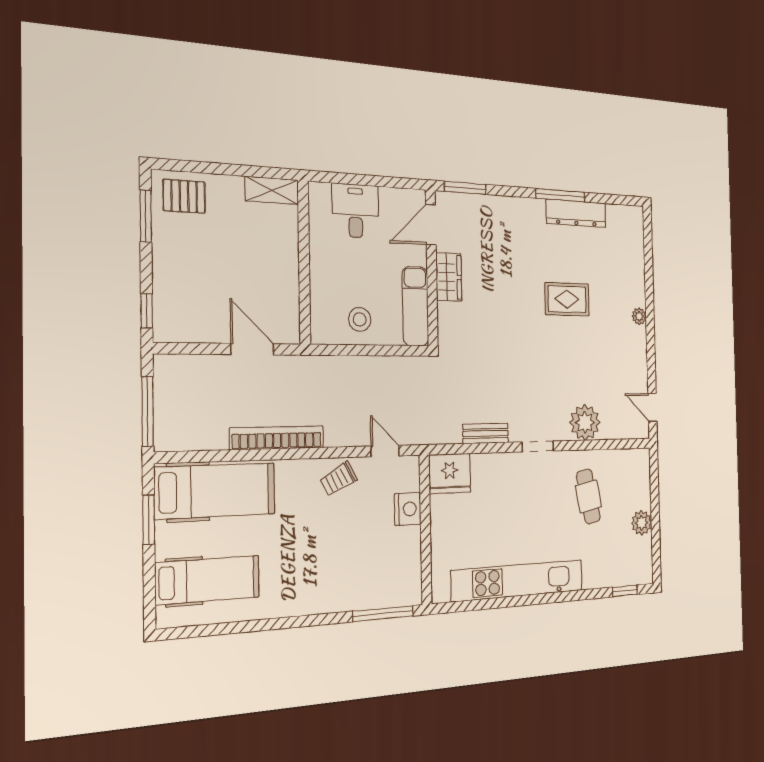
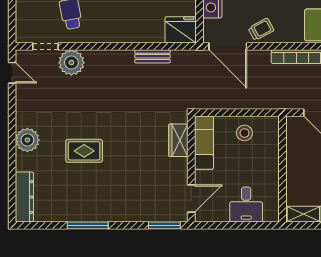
dresser: (576, 213) -> (24, 197), moved, turned 90
wardrobe: (449, 277) -> (178, 140), moved
plant: (639, 316) -> (27, 140), width x1.88, depth x1.88
doorway: (538, 446) -> (46, 46), moved
door: (385, 451) -> (228, 46), width x1.87

